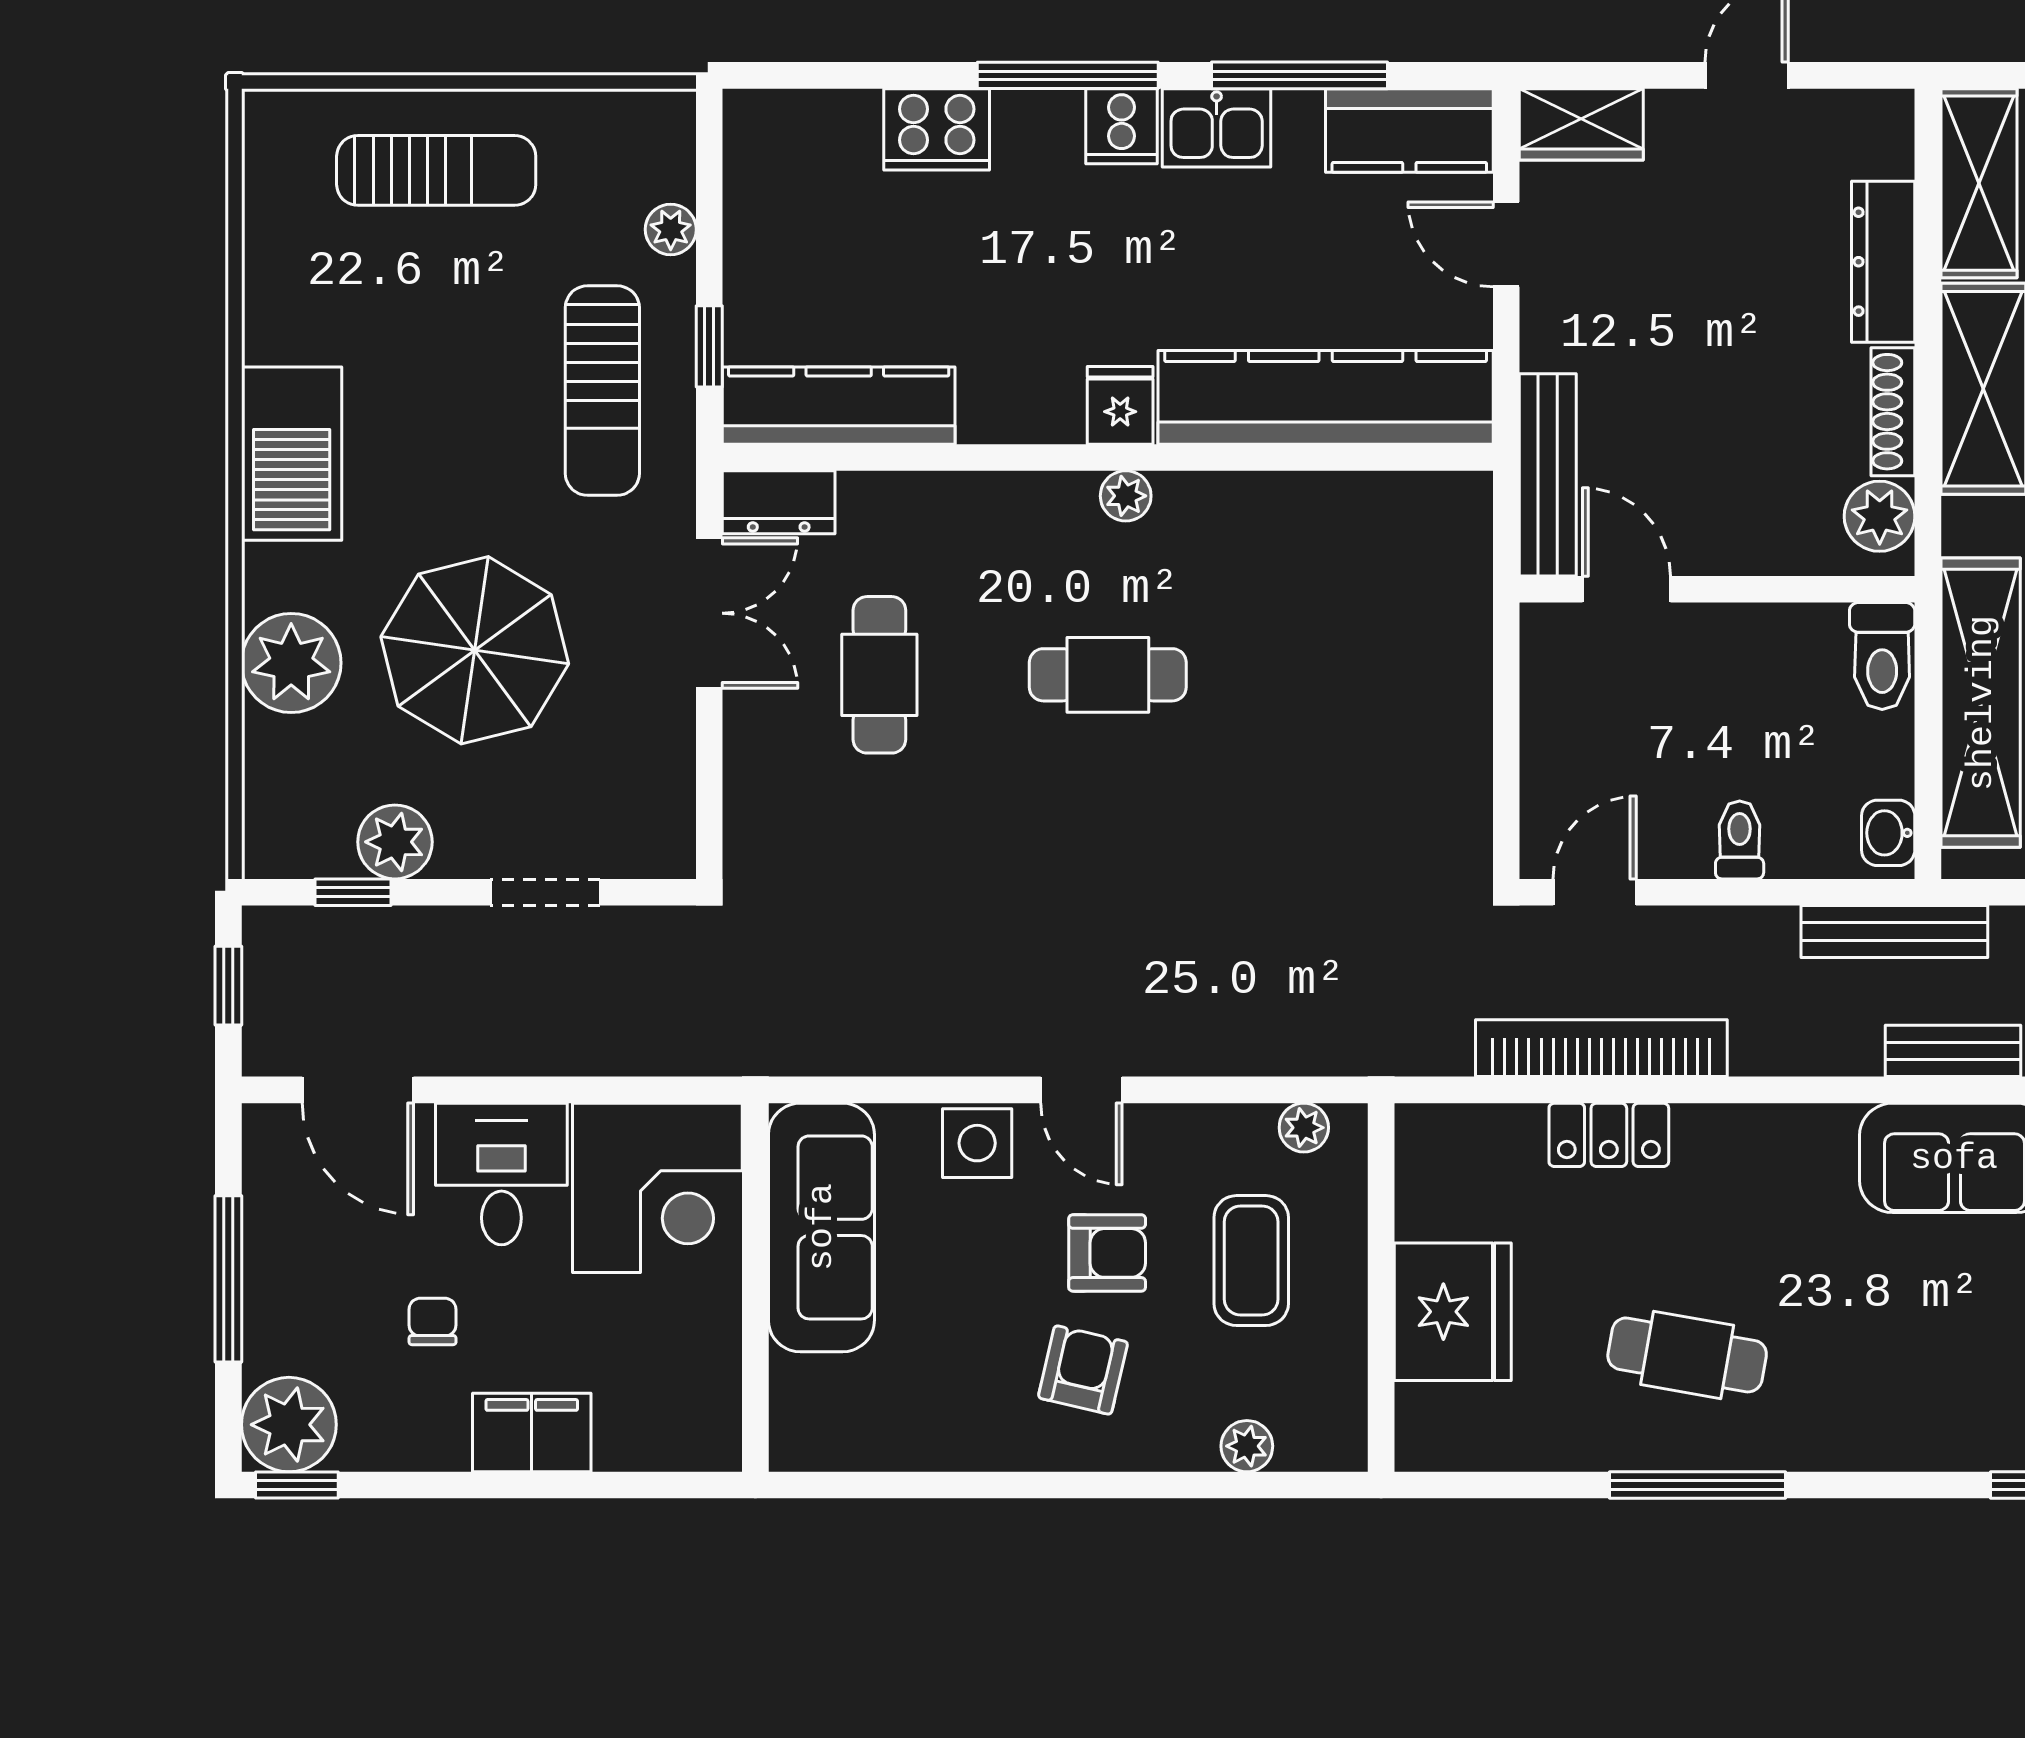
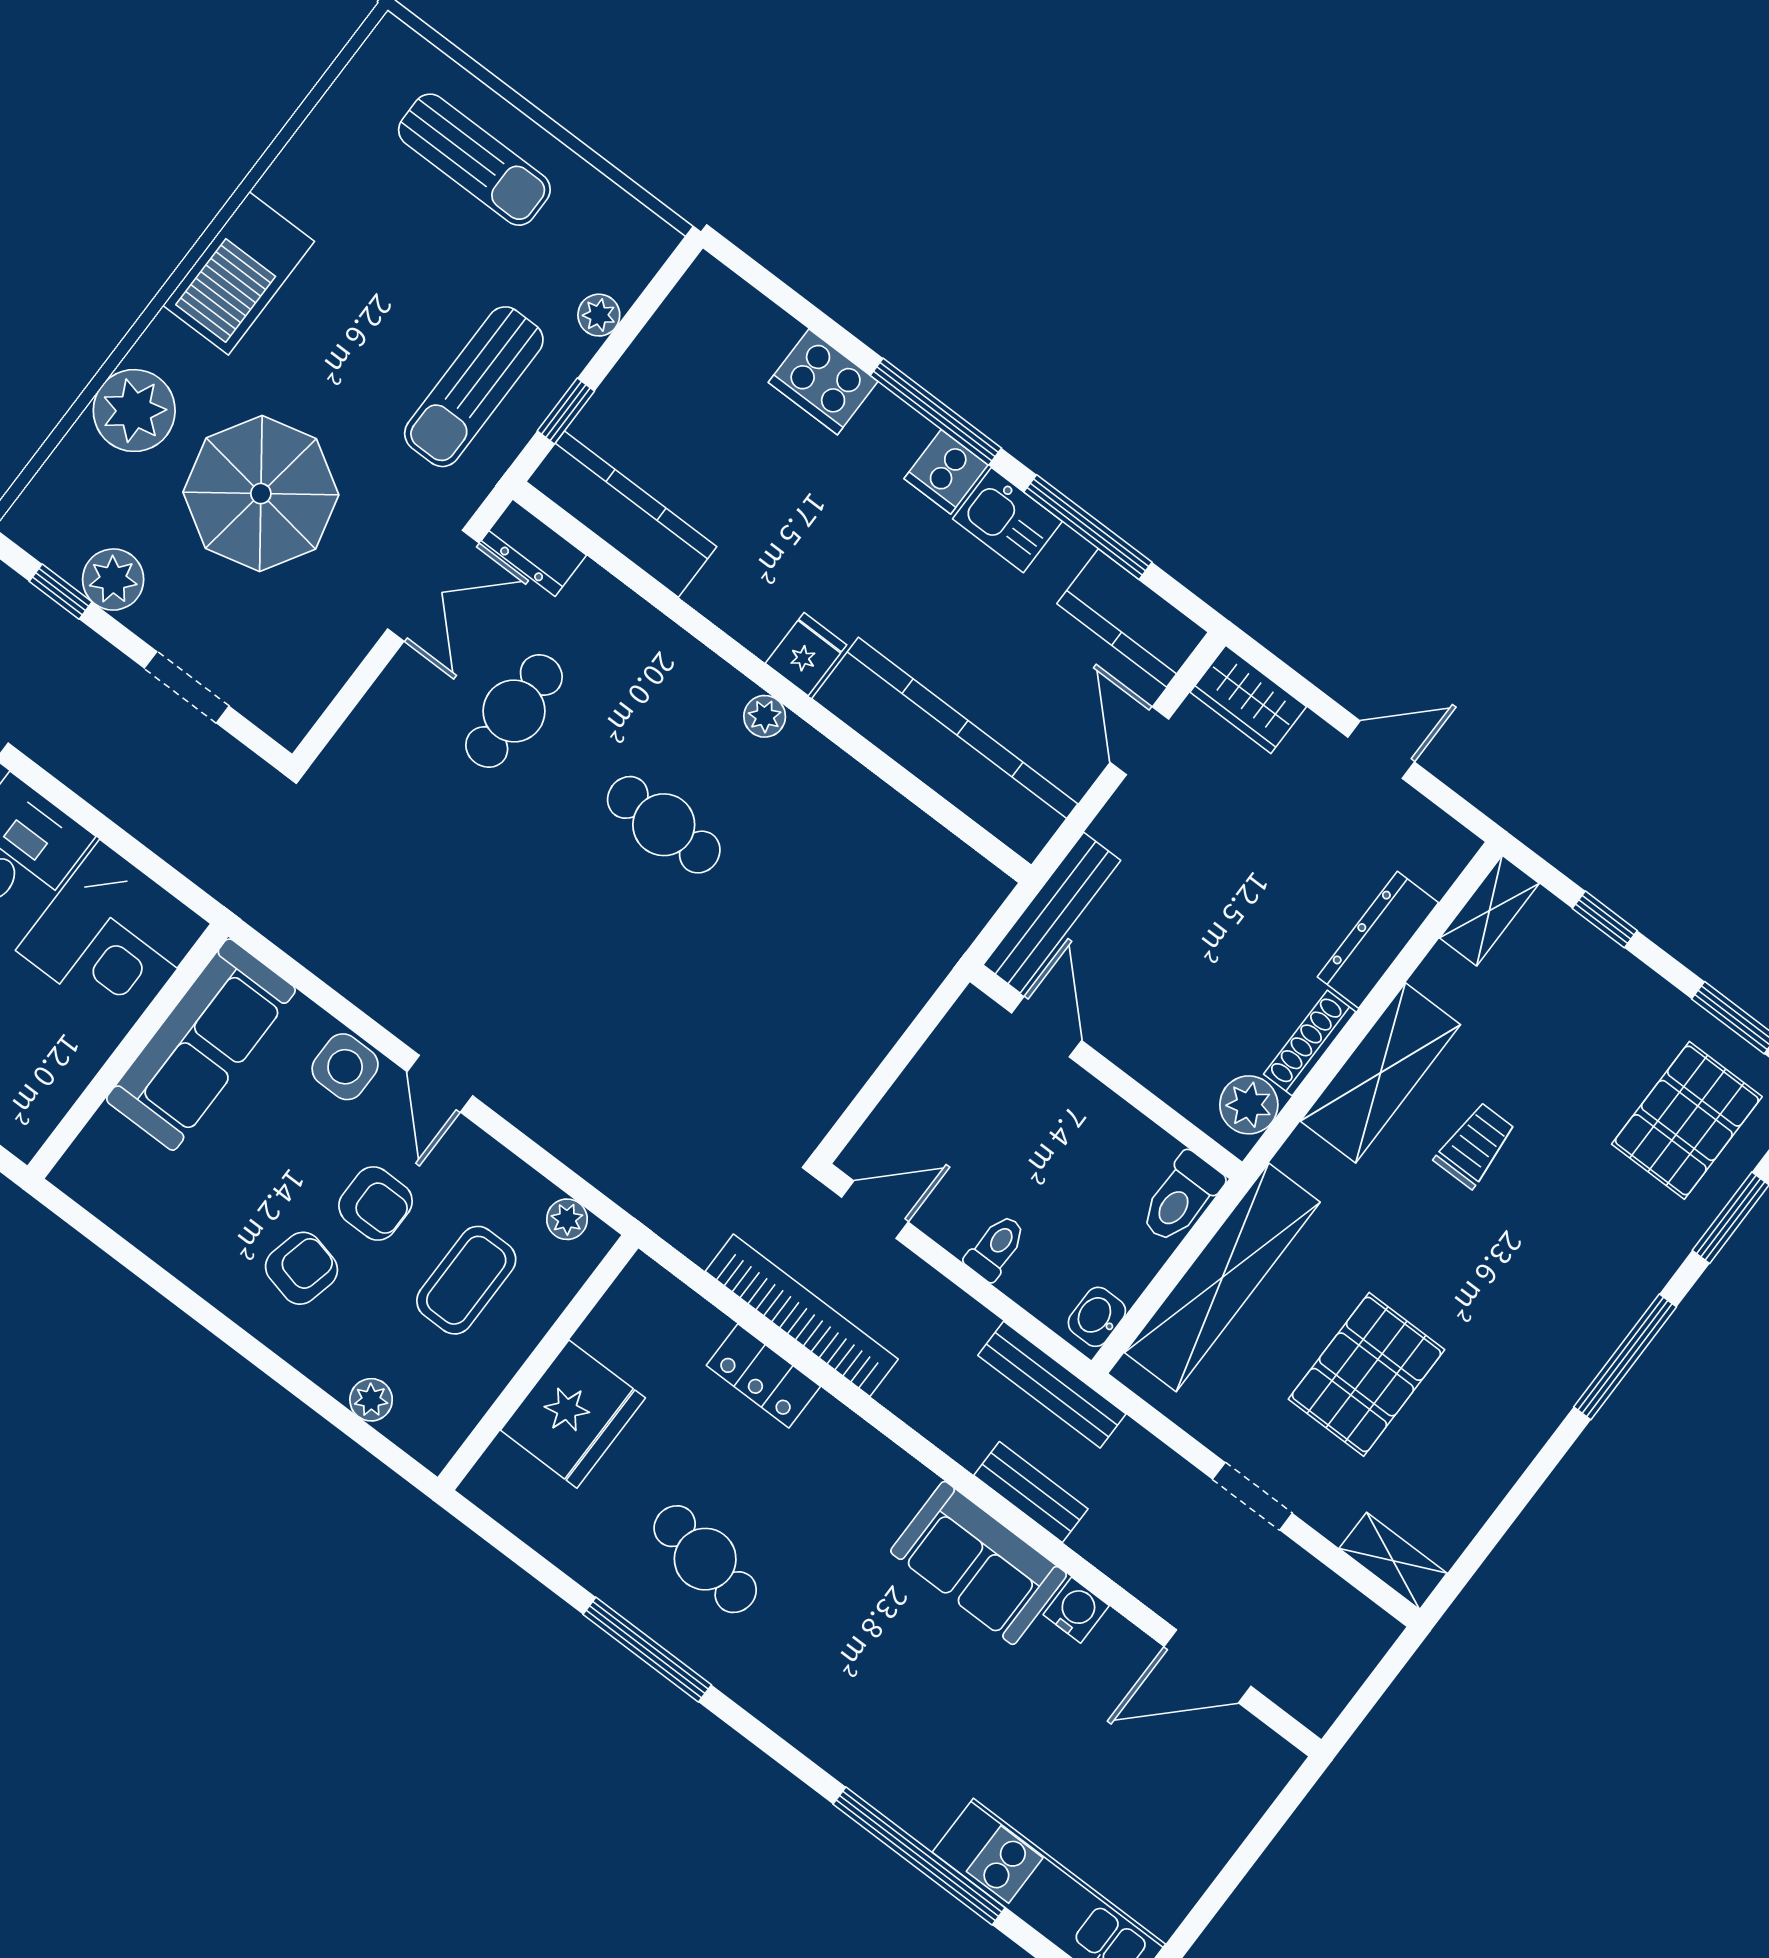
shelving: (1979, 183) -> (1489, 911), width x0.67, depth x0.75

